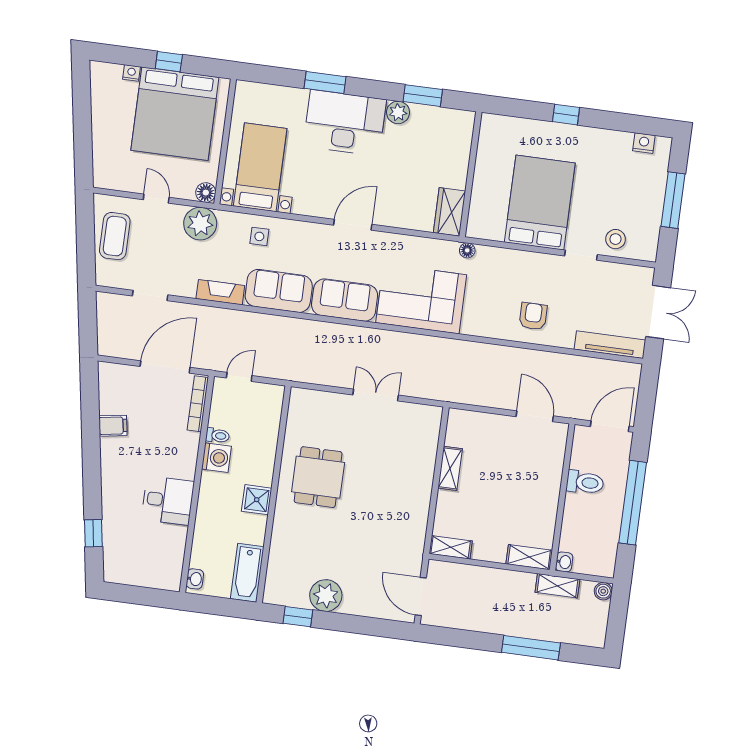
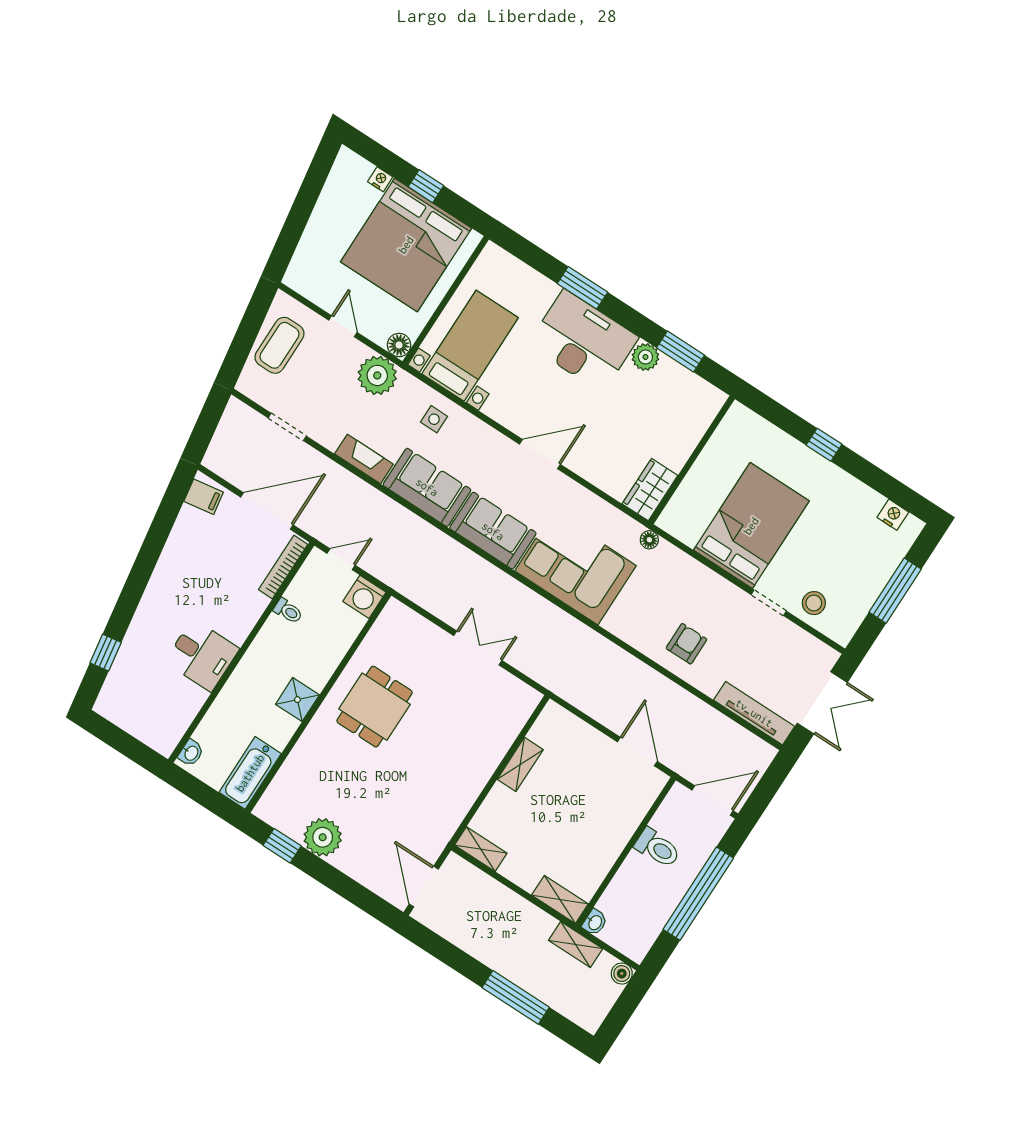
filing cabinet: (113, 426) -> (204, 497), moved
washing machine: (216, 458) -> (364, 597), moved, turned 90

